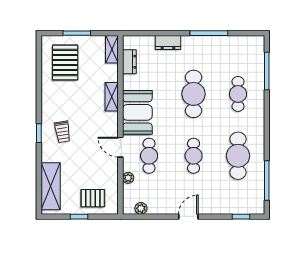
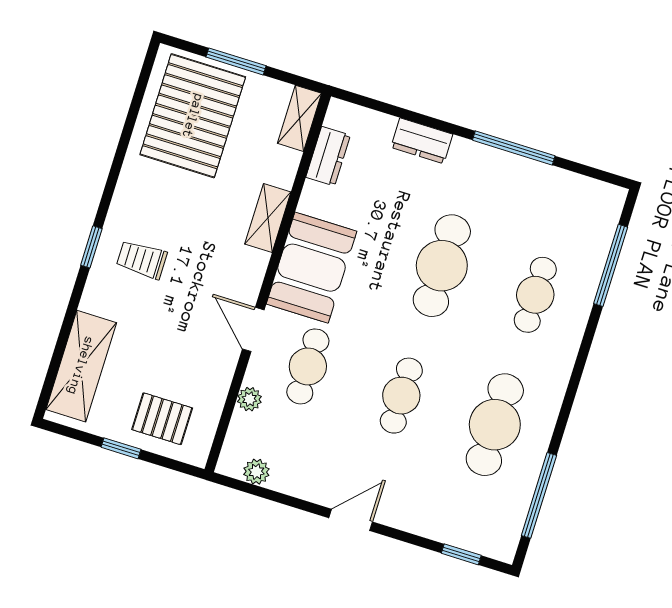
pallet: (65, 63) -> (193, 116), width x1.37, depth x1.41
trolley: (63, 132) -> (142, 260), turned 99

